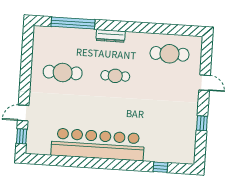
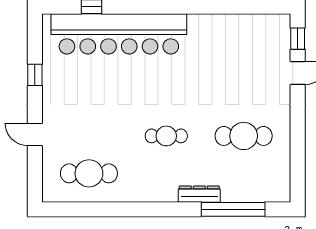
dresser: (110, 36) -> (199, 194), moved
bar counter: (98, 145) -> (119, 34), moved

